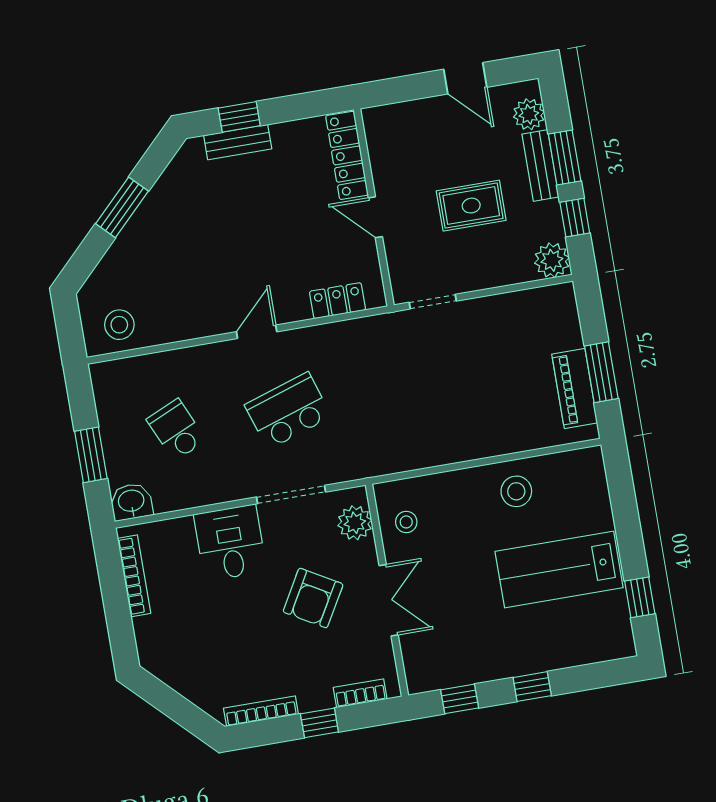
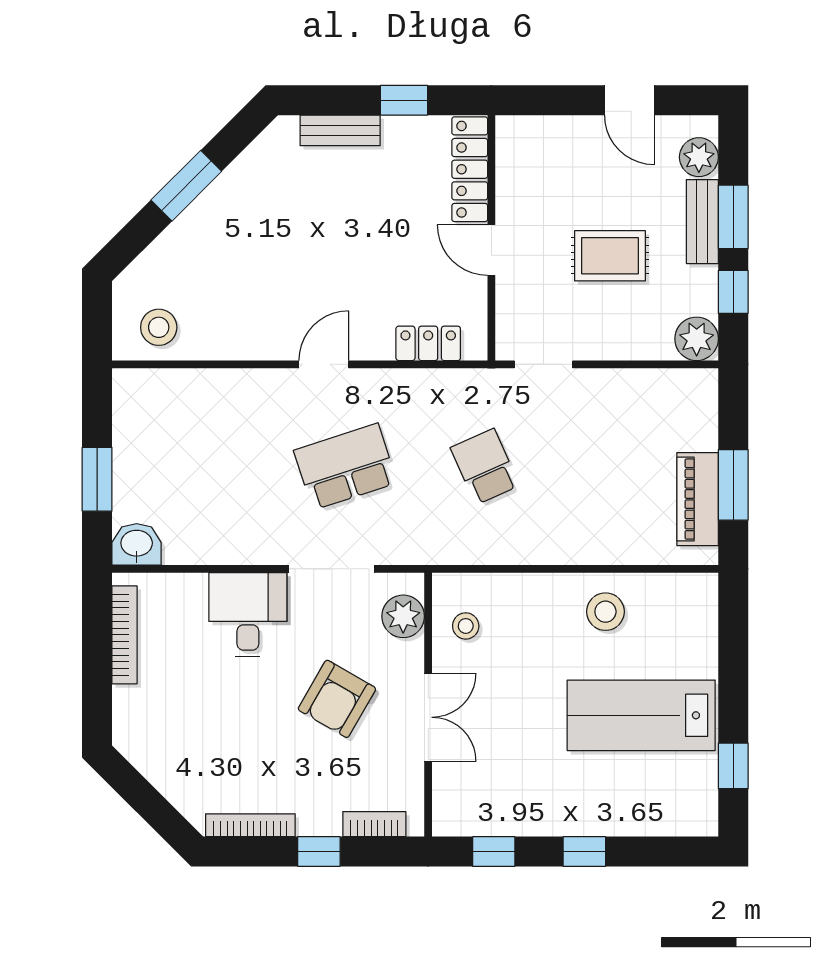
window: (239, 117) -> (404, 100), moved
school desk: (176, 430) -> (485, 467), moved

